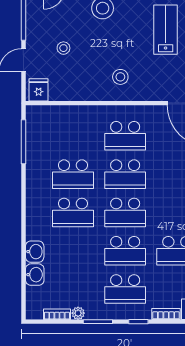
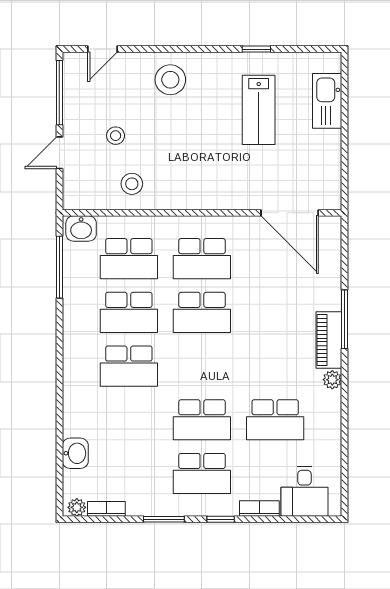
lab bench: (166, 30) -> (259, 110), turned 180
stool: (120, 77) -> (132, 184), moved
fridge: (39, 90) -> (81, 194), removed
school desk: (125, 212) -> (129, 259), moved
washbasin: (35, 252) -> (81, 229), moved, turned 90
plant: (78, 313) -> (77, 507), moved

